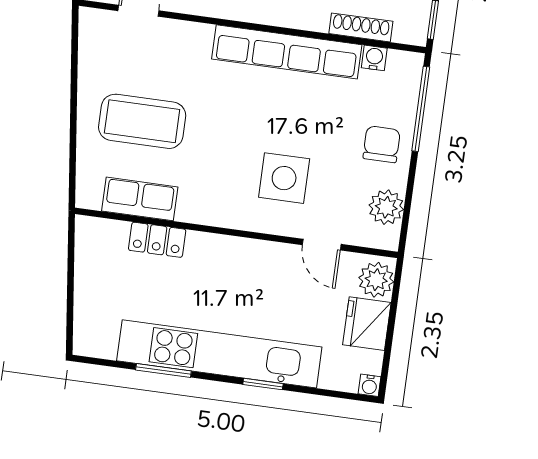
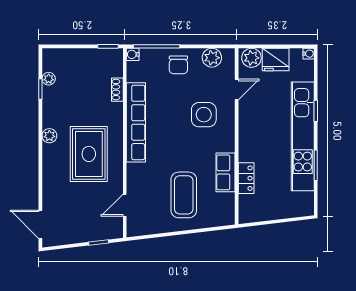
shoe rack: (361, 27) -> (117, 90), width x0.70
water cooler: (374, 58) -> (133, 54), moved
chair: (382, 144) -> (178, 65), turned -90
row of seats: (140, 199) -> (226, 172), moved

